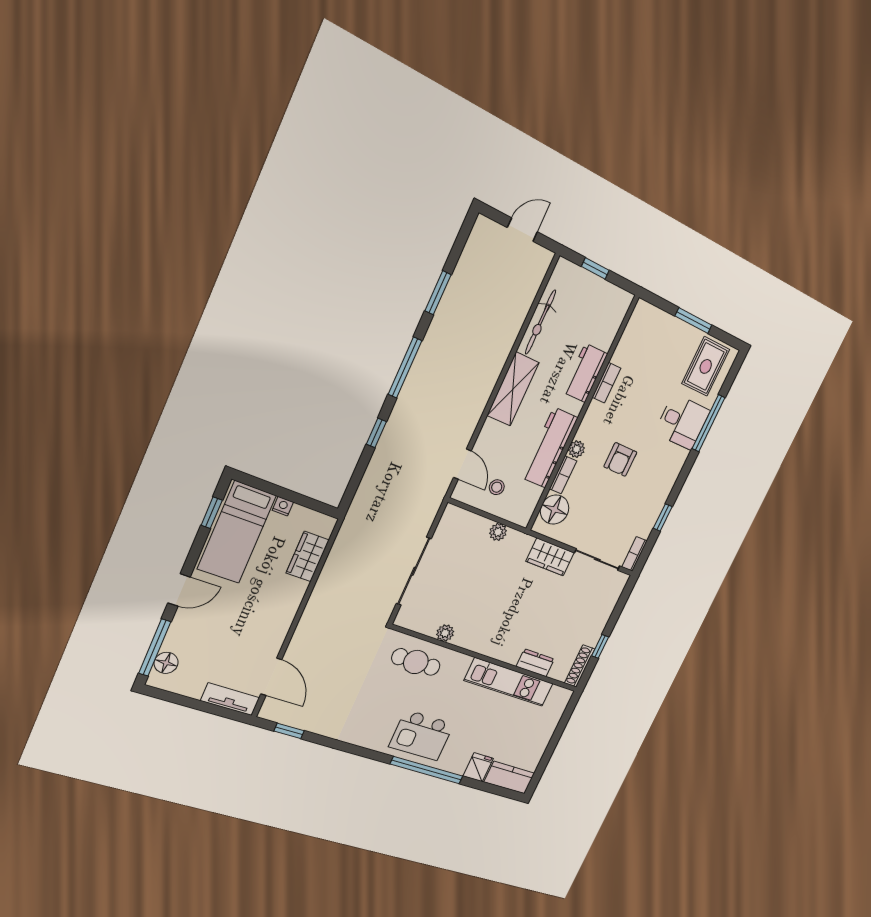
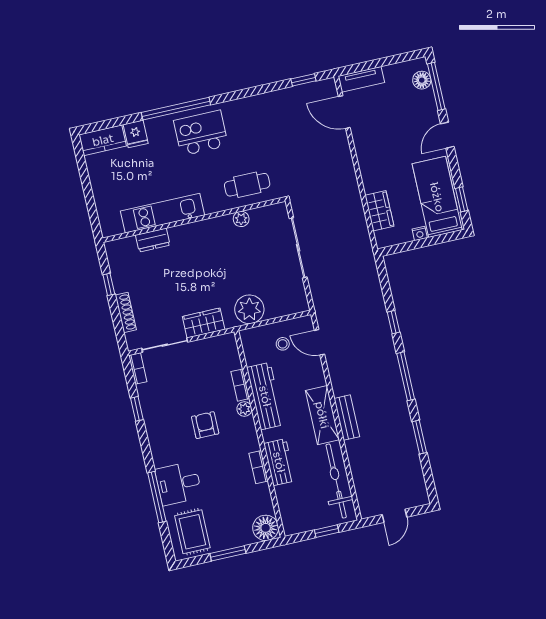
bicycle: (540, 322) -> (336, 481), width x1.37, depth x1.40
bench: (493, 369) -> (347, 418), added
floor lamp: (555, 510) -> (266, 528), moved
plant: (498, 532) -> (249, 309), width x1.87, depth x1.87
shoe rack: (580, 666) -> (126, 312), moved

